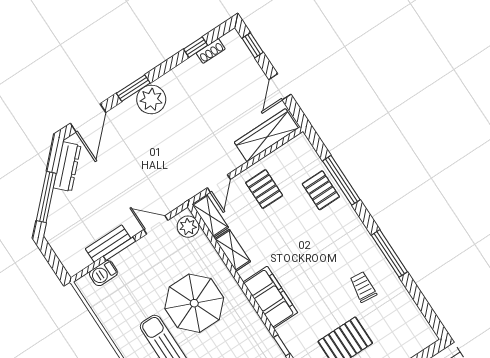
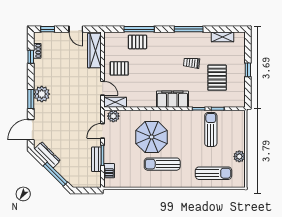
door: (88, 118) -> (31, 130), swing flipped
shelving: (233, 250) -> (223, 37), moved
trolley: (363, 287) -> (192, 63), moved

